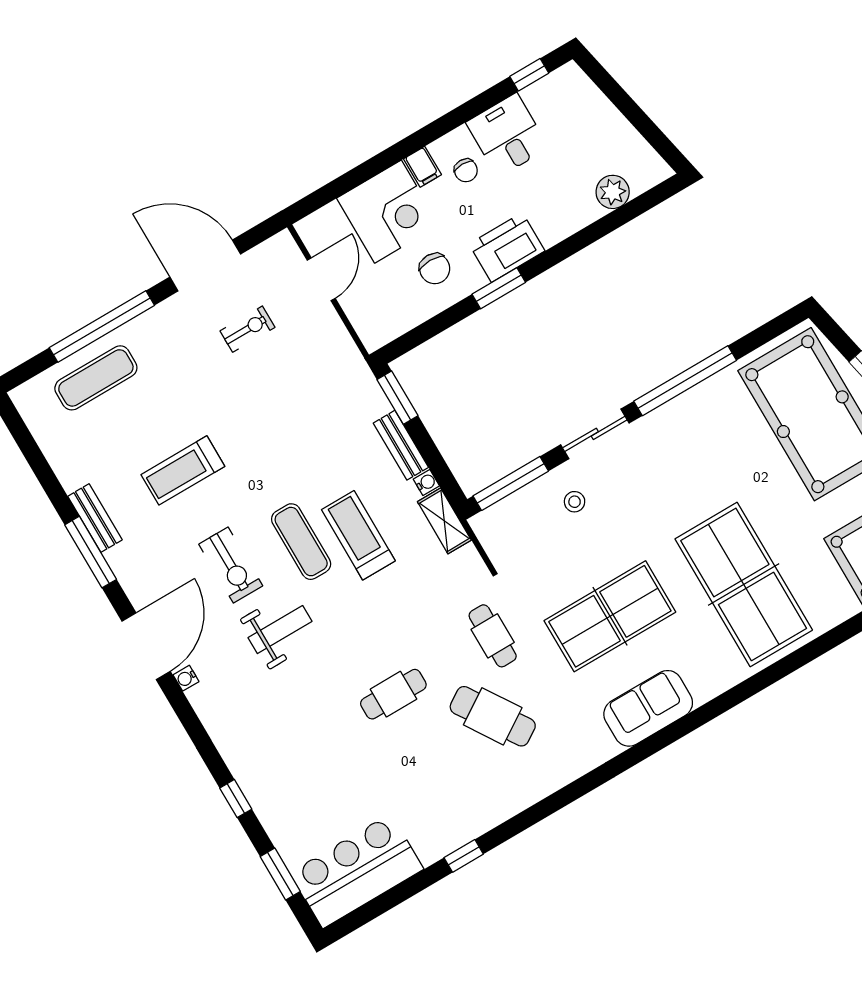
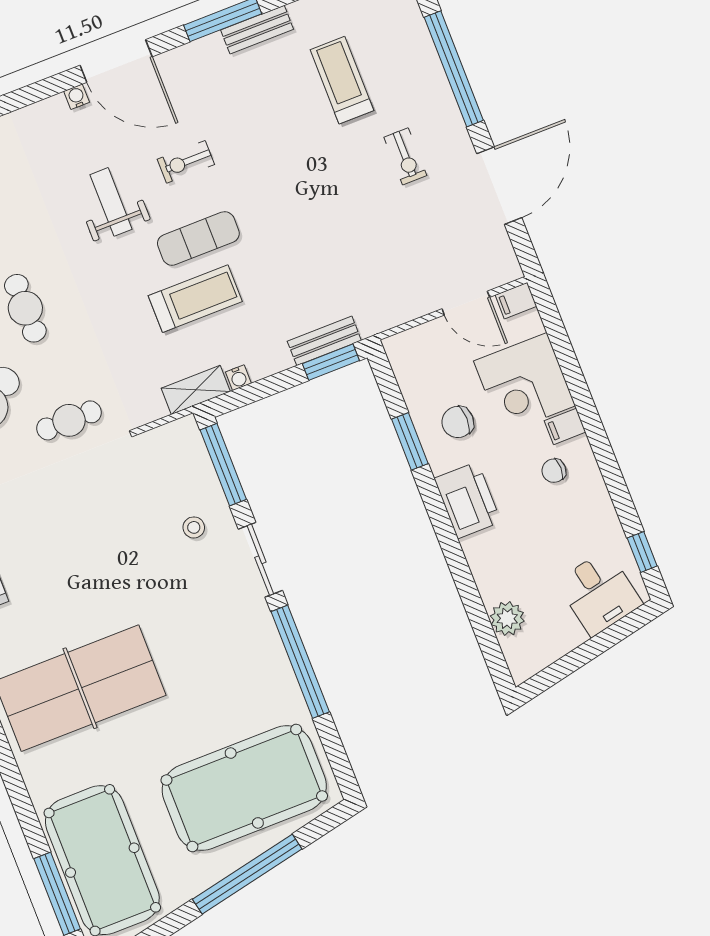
desk: (507, 135) -> (599, 593), moved, turned 78
filing cabinet: (311, 232) -> (516, 301), added
window: (499, 288) -> (410, 441), moved
exercise bike: (247, 329) -> (405, 156), moved
exercise mat: (96, 378) -> (402, 54), removed
bench: (401, 445) -> (324, 341), moved
treadmill: (183, 470) -> (342, 80), moved
exercise bike: (231, 565) -> (186, 162), width x0.73, depth x0.72
table tennis table: (610, 616) -> (70, 545), removed
weight bench: (280, 630) -> (111, 202), turned 180

